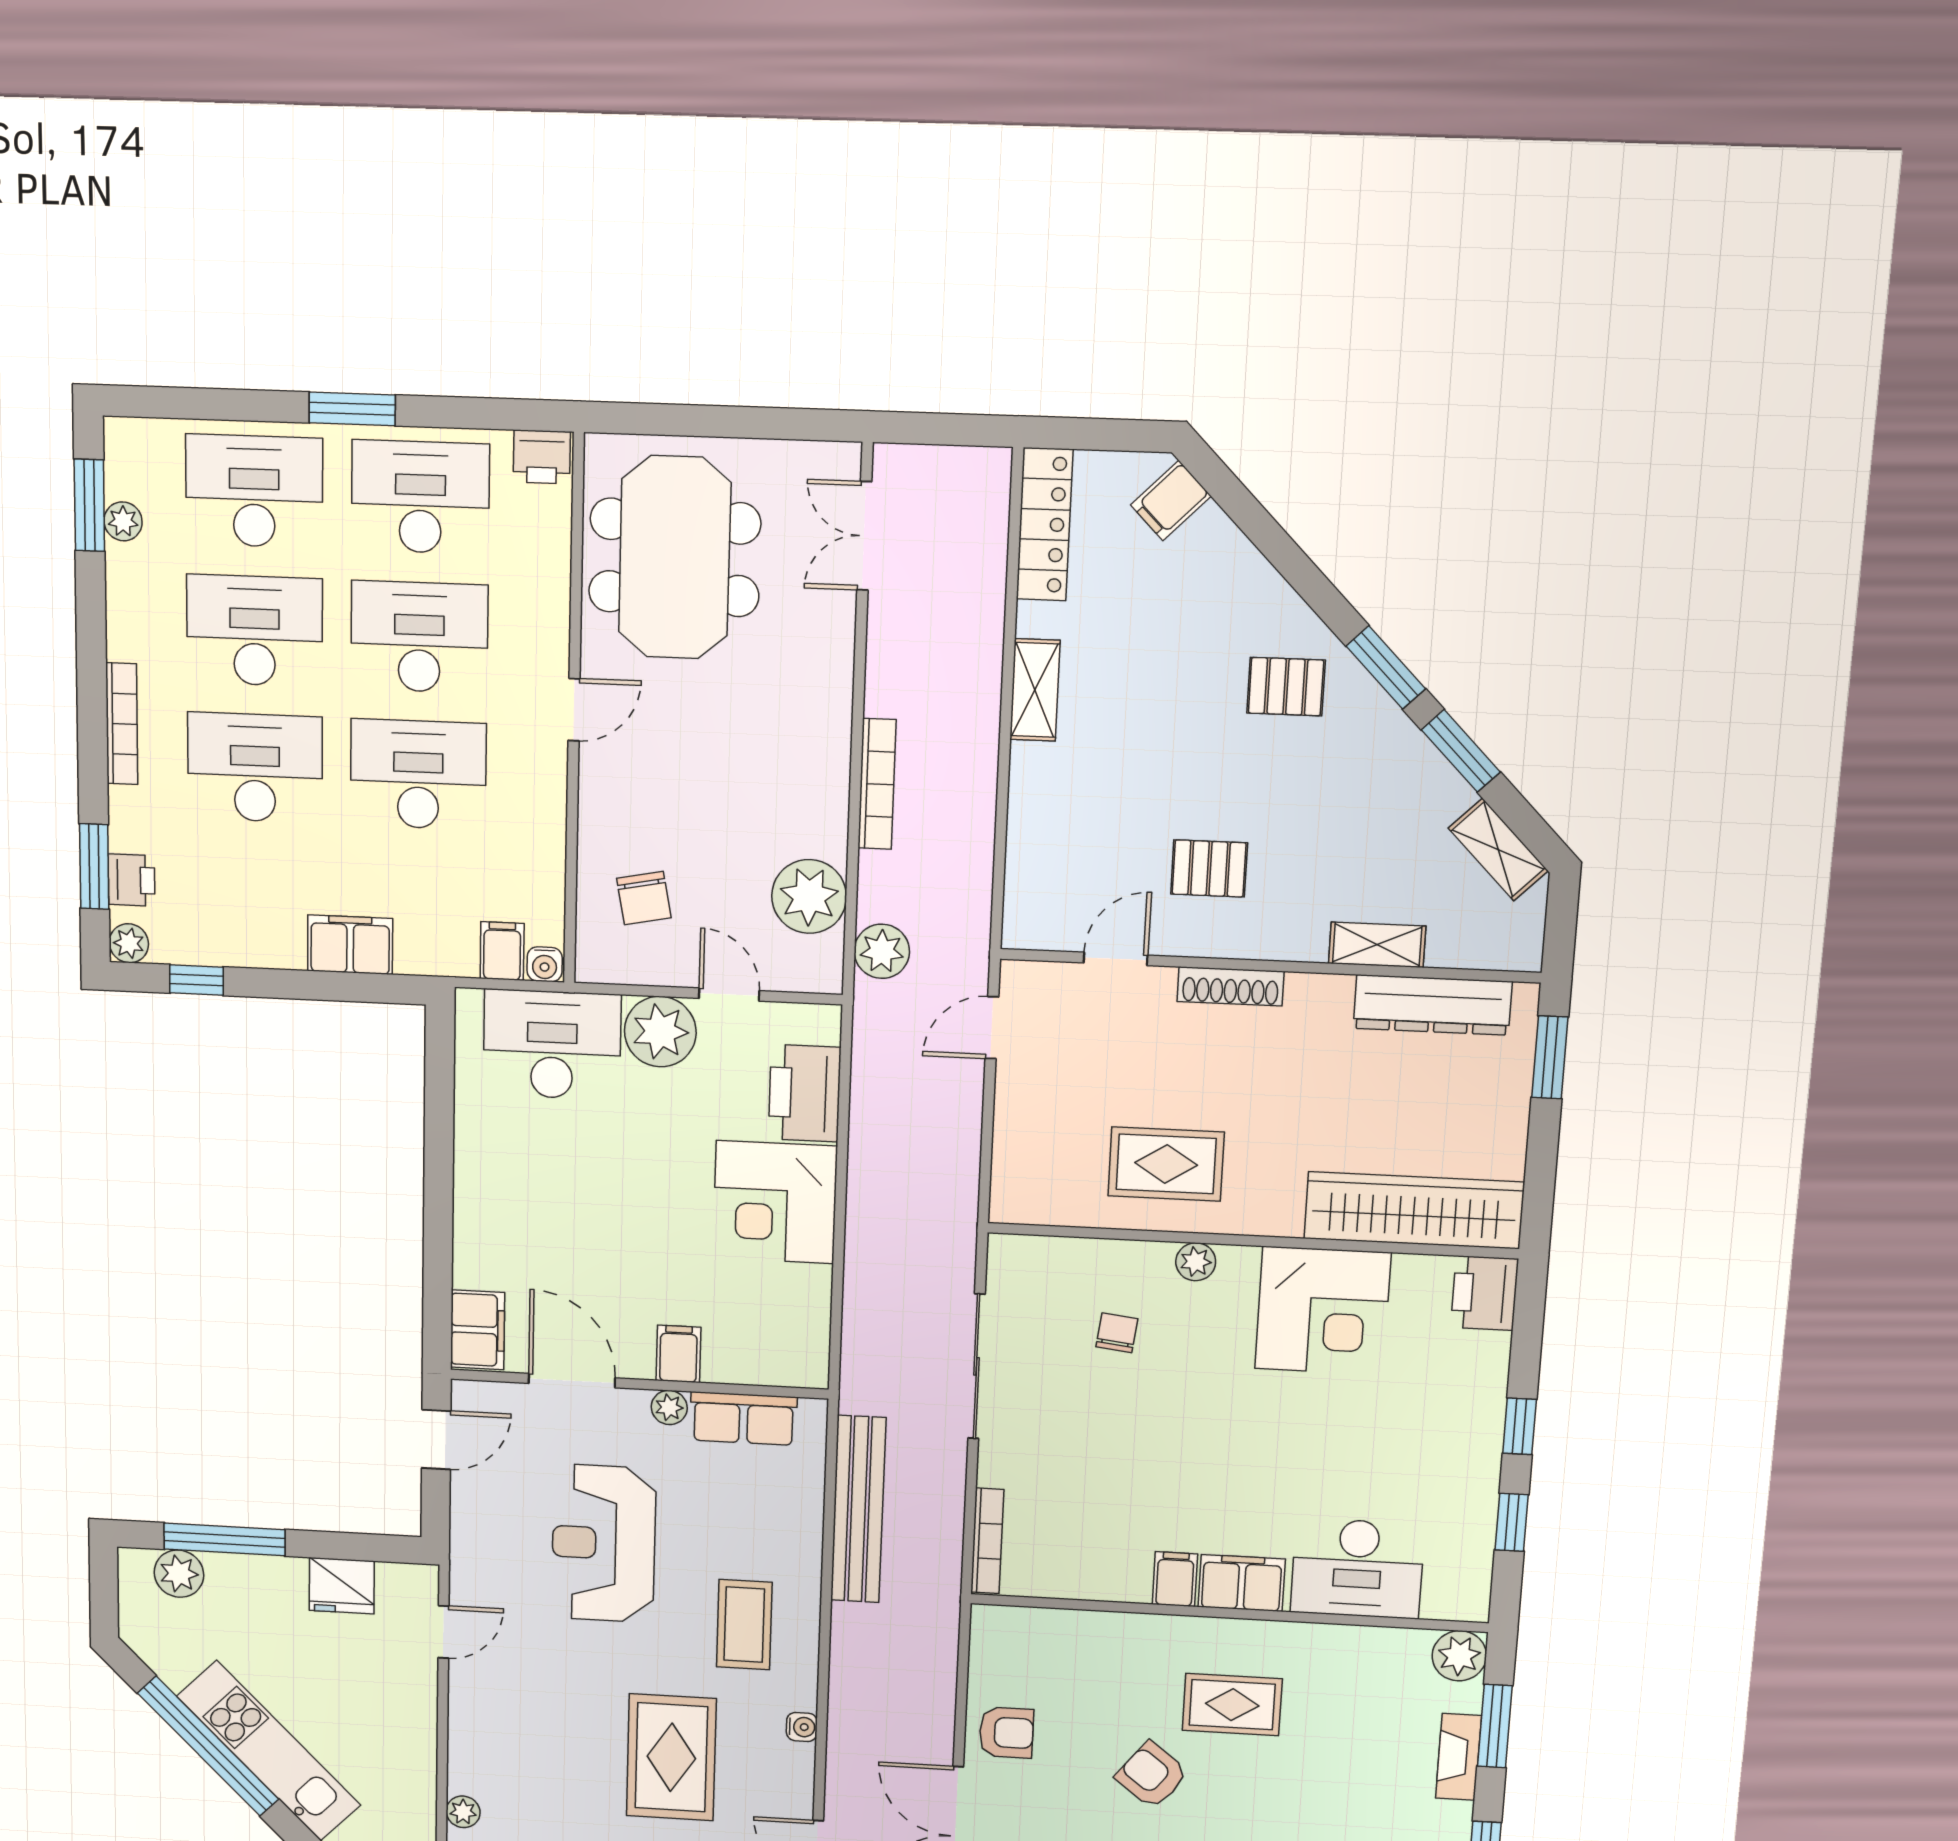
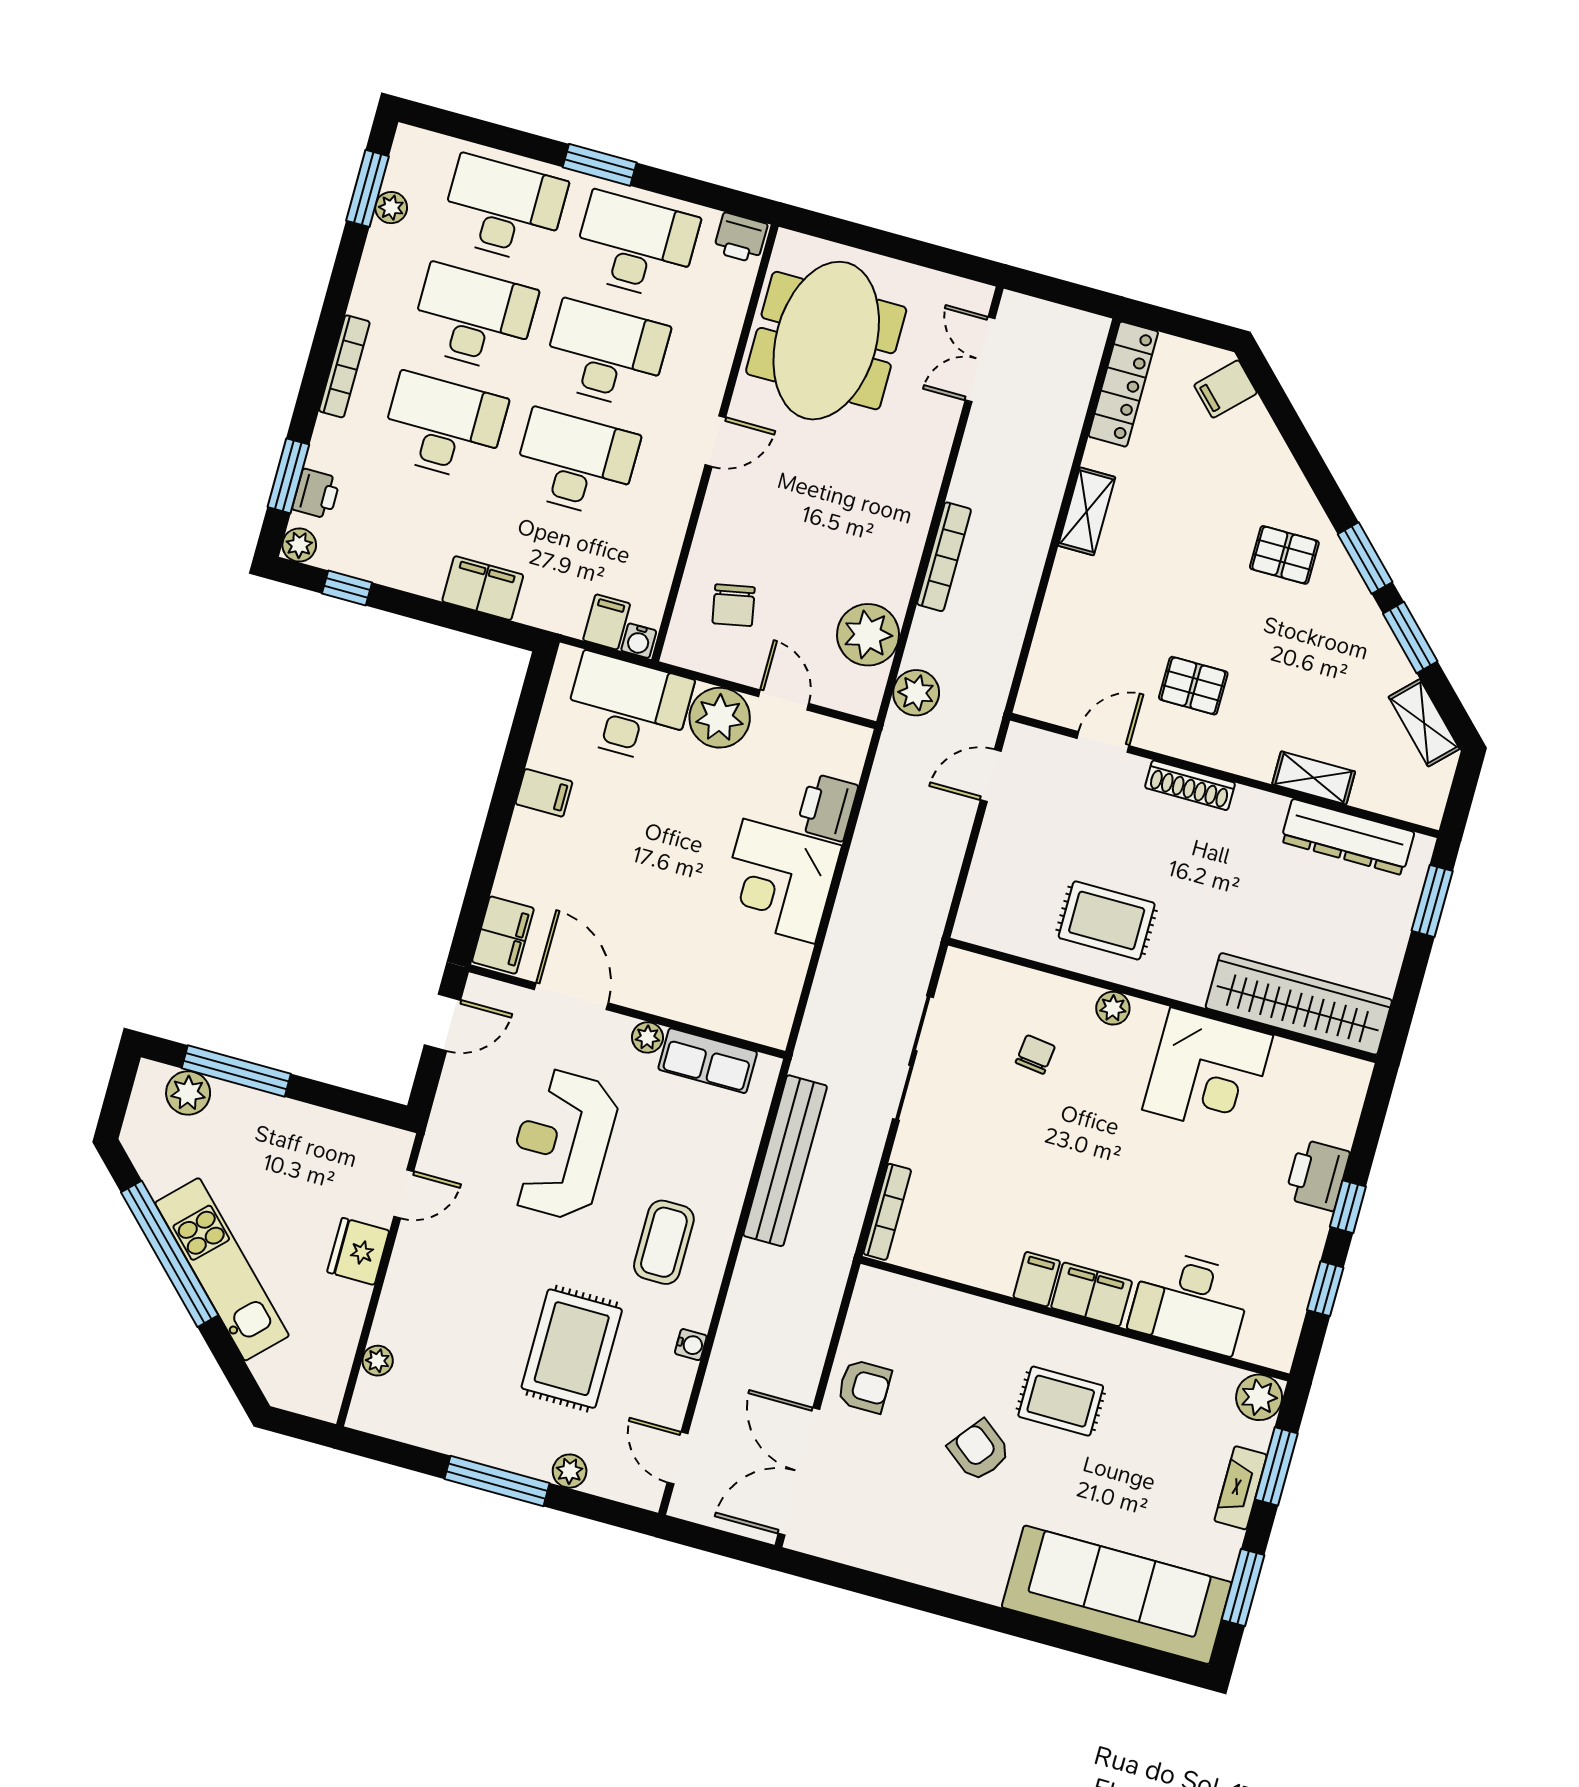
printer: (805, 1093) -> (827, 807), width x0.73, depth x0.84
printer: (1484, 1293) -> (1317, 1175), moved
filing cabinet: (678, 1354) -> (544, 793), moved, turned 90
fridge: (342, 1586) -> (358, 1251), moved, turned 90

